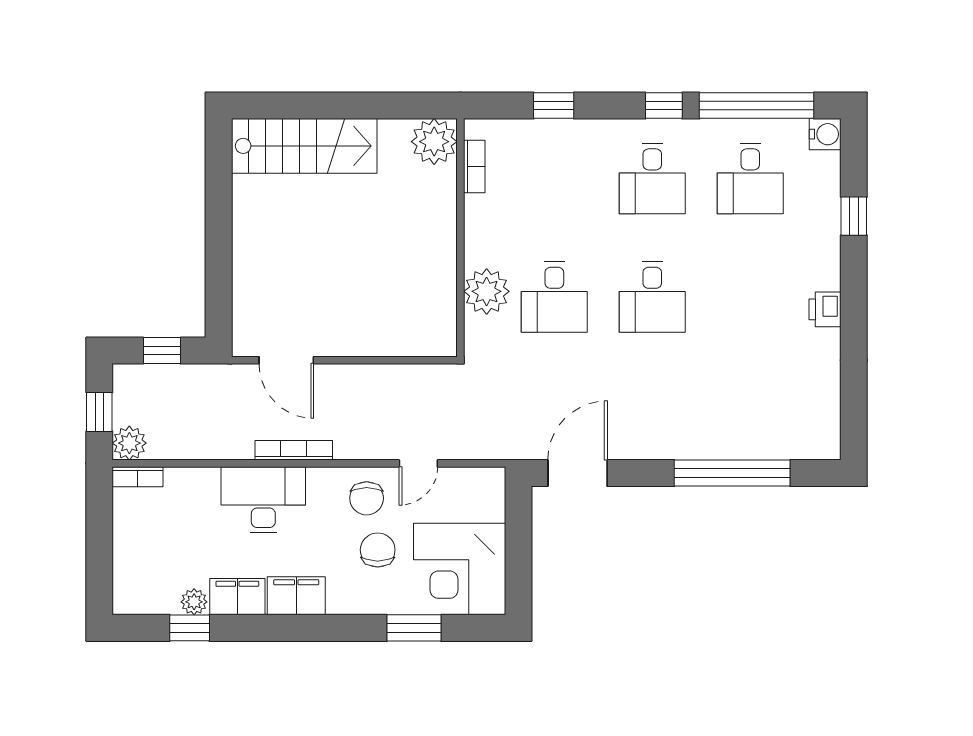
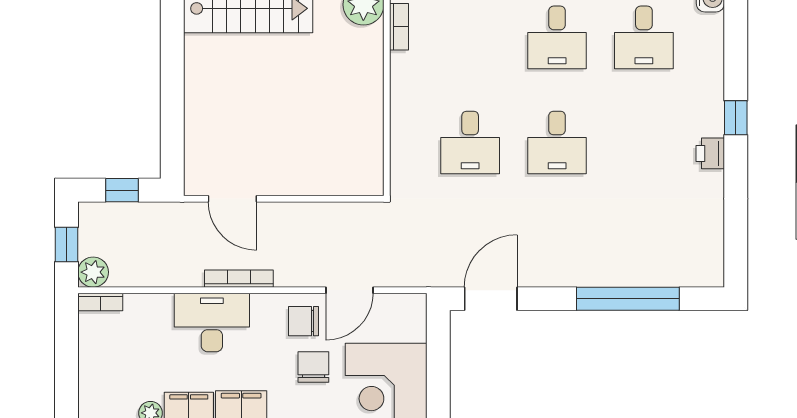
window: (854, 216) -> (736, 118), moved
plant: (487, 291) -> (410, 138), removed
door: (418, 463) -> (349, 290), width x1.38
chair: (367, 498) -> (304, 321), turned 90

